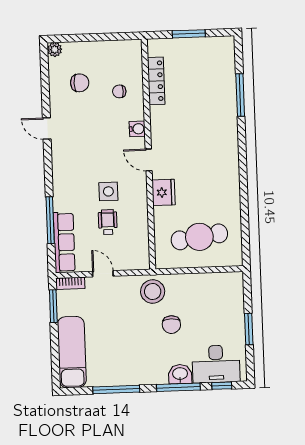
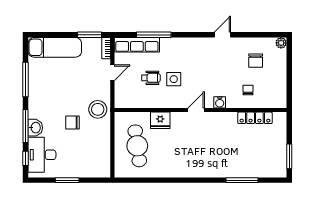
window: (189, 34) -> (289, 156), moved
fridge: (164, 192) -> (160, 120), moved

